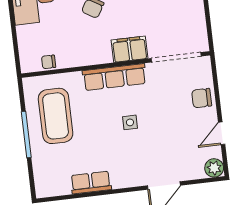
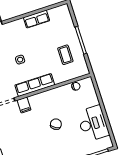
filing cabinet: (130, 49) -> (24, 105), width x0.50
coffee table: (56, 116) -> (65, 55), width x0.54, depth x0.58

